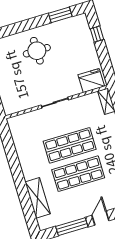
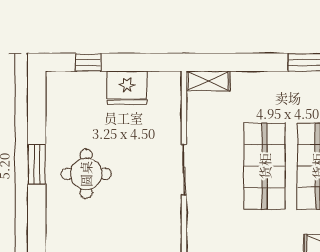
window: (60, 15) -> (37, 164), moved
fridge: (91, 81) -> (127, 88), moved, turned -90

